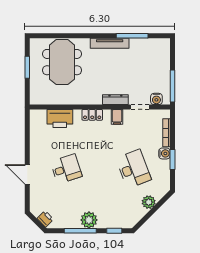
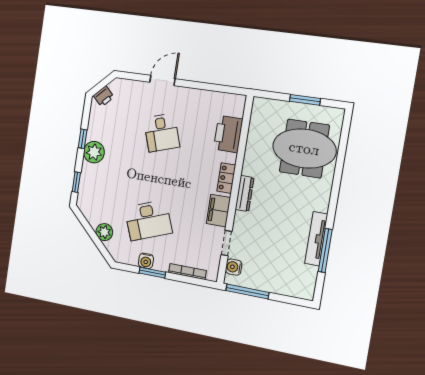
tv unit: (110, 43) -> (316, 239), moved
dresser: (115, 100) -> (245, 194), moved
filing cabinet: (117, 117) -> (218, 211), width x2.00
water cooler: (164, 153) -> (146, 261), moved
window: (80, 231) -> (83, 139), width x0.46

